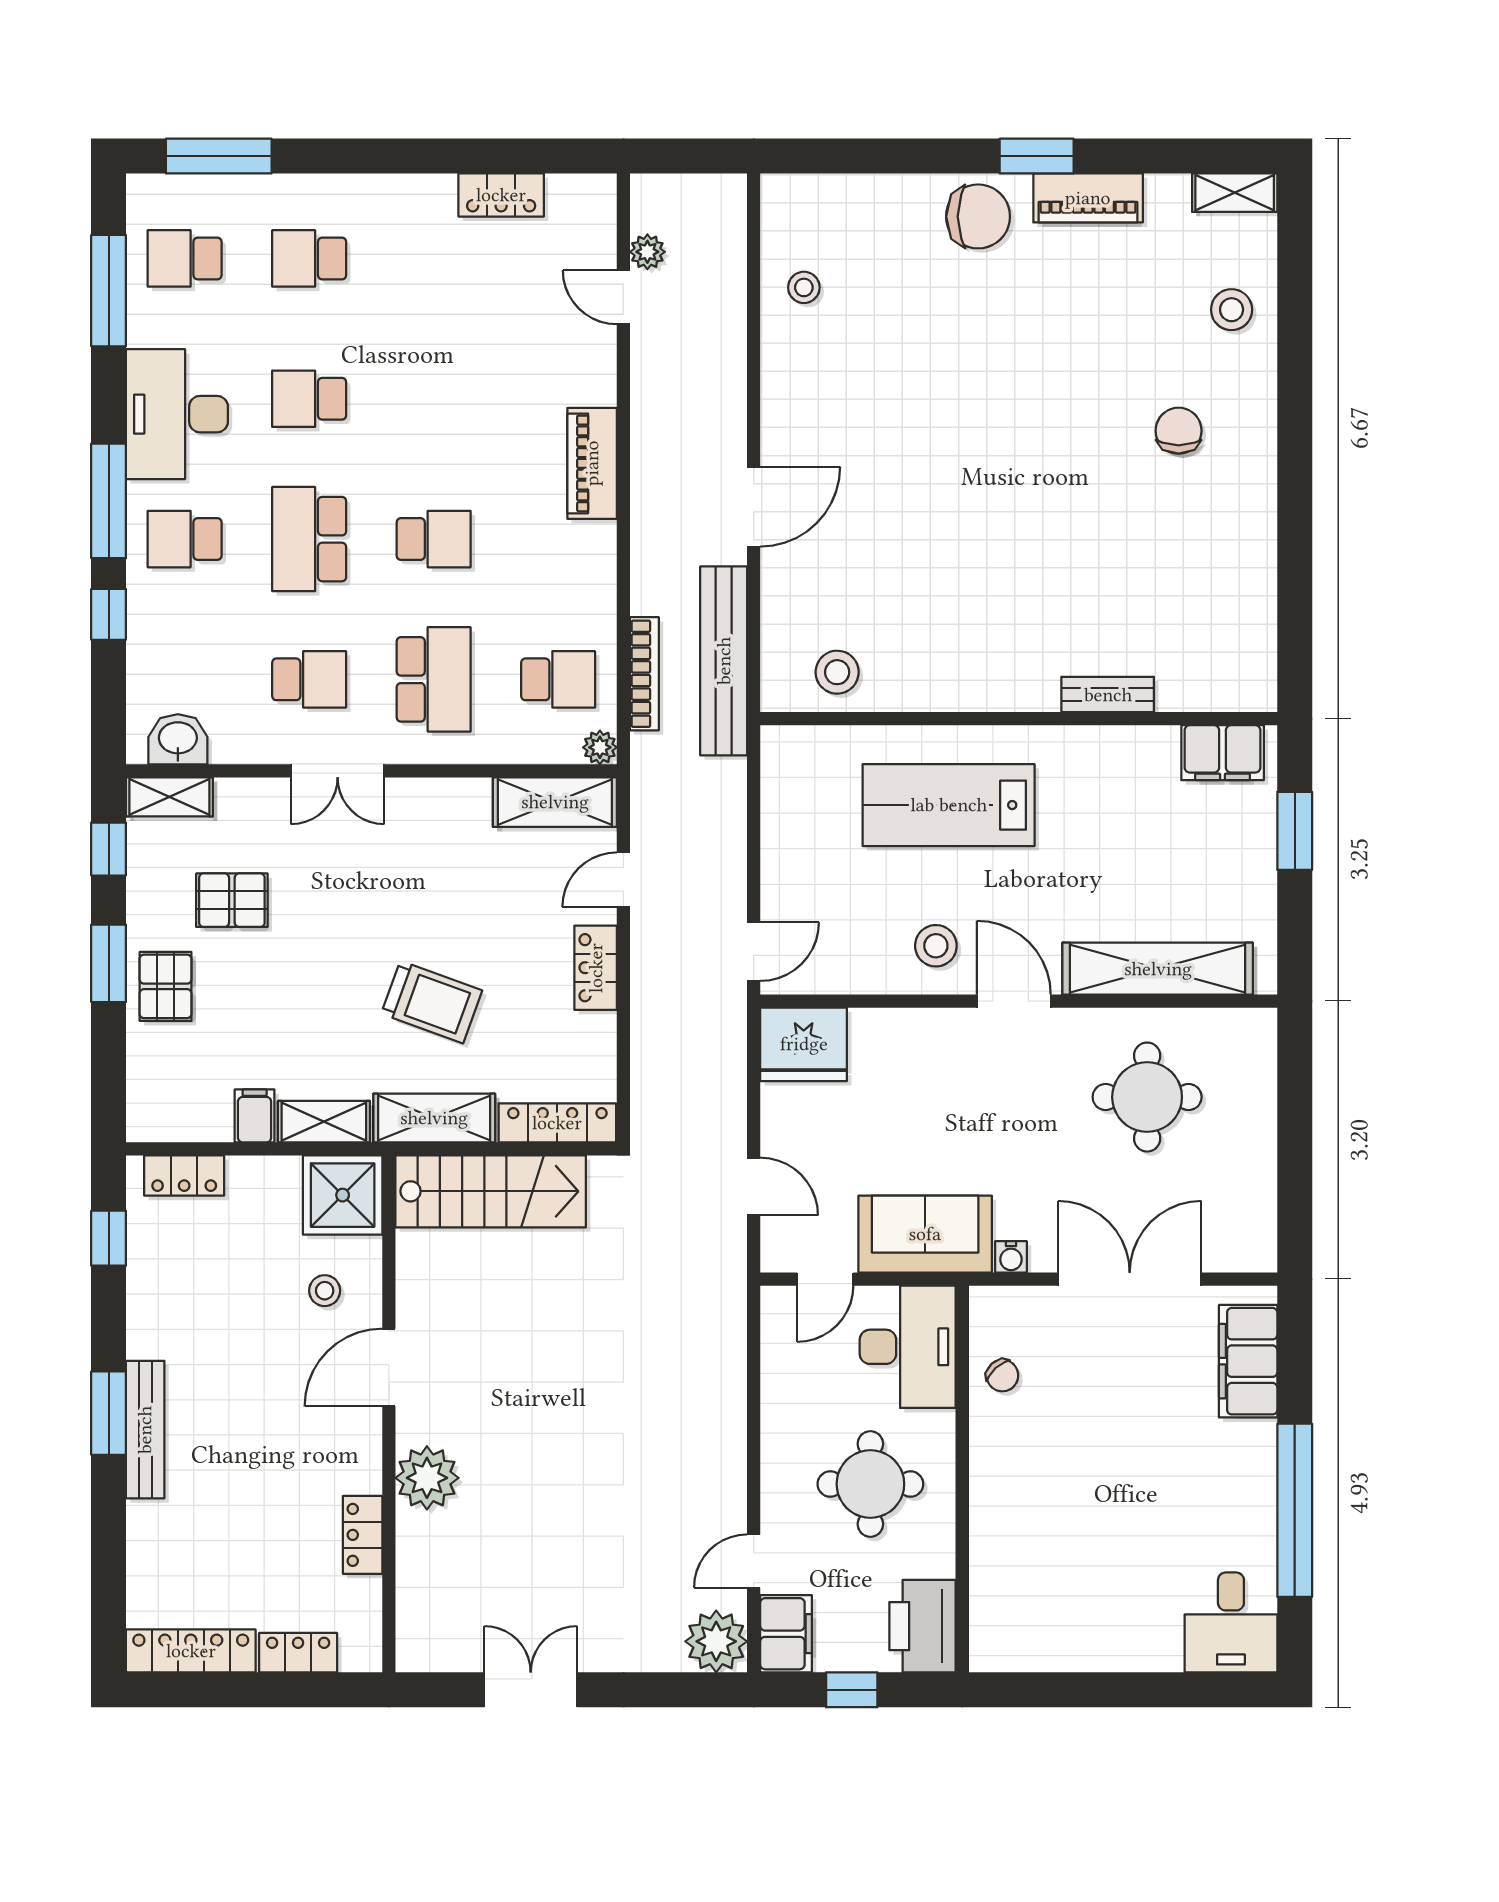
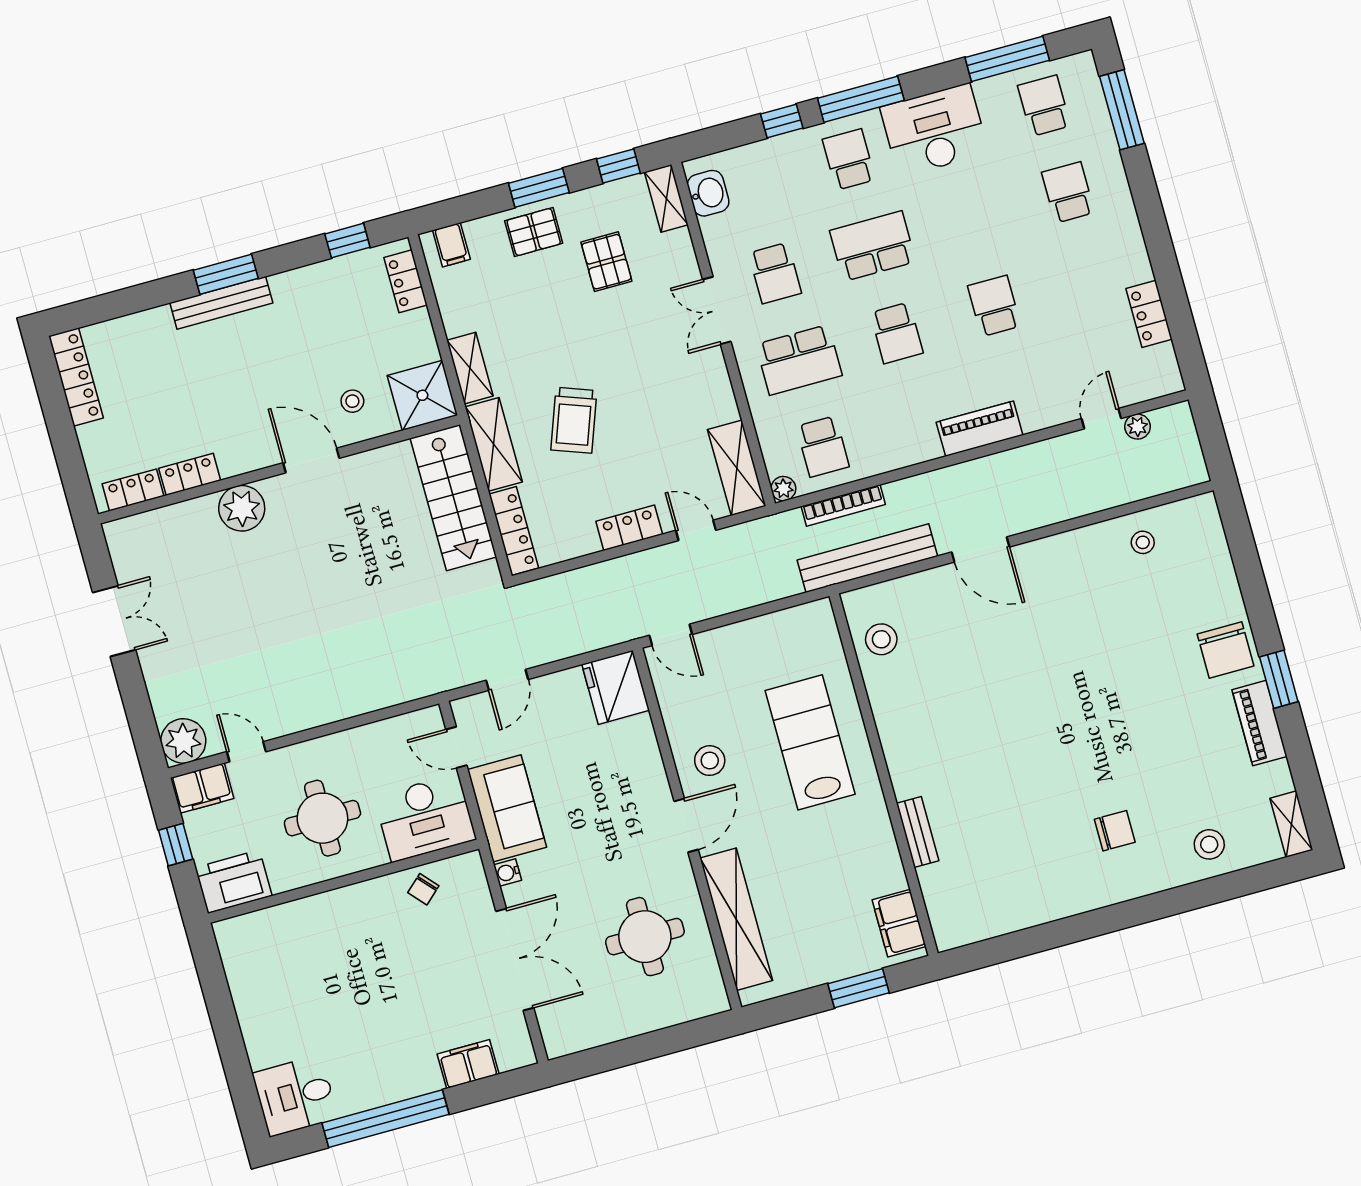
school desk: (309, 399) -> (994, 306), moved
filing cabinet: (255, 1116) -> (451, 245), moved, turned 90
filing cabinet: (1248, 1361) -> (468, 1064), width x0.67, depth x0.86
locker: (298, 1653) -> (133, 490), moved, turned -90

